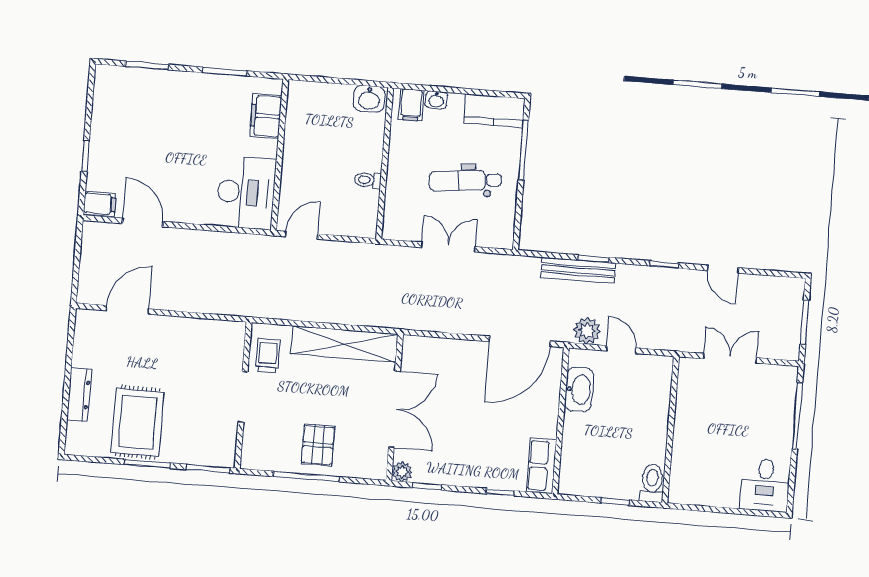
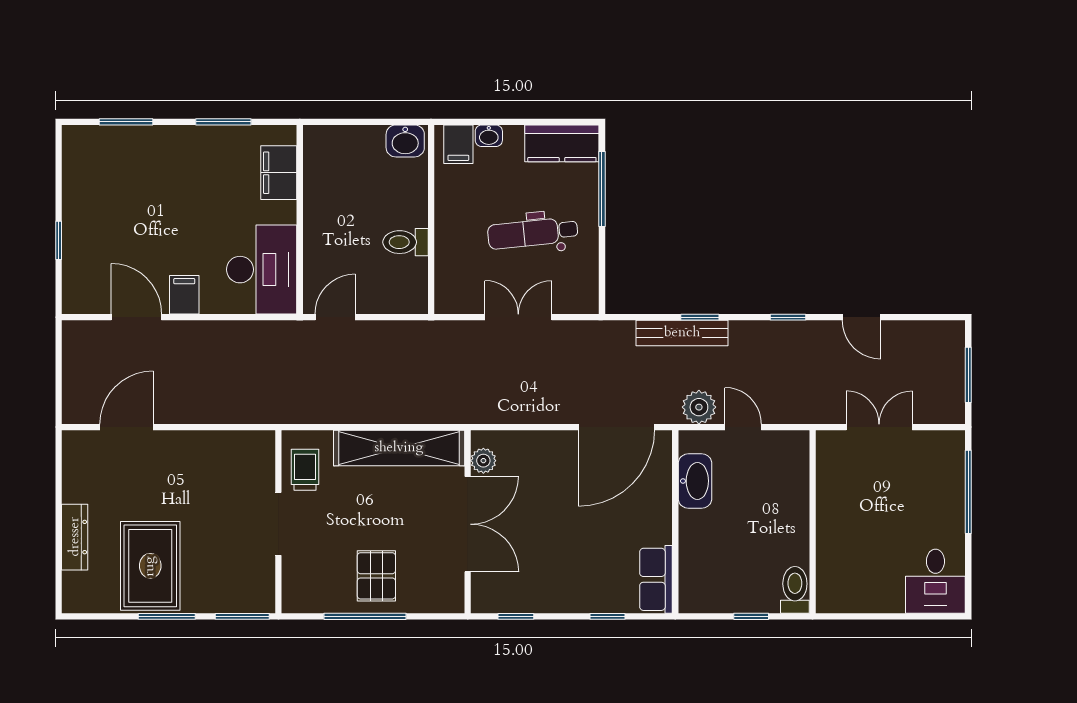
toilet: (368, 180) -> (405, 242), width x1.37, depth x1.39
filing cabinet: (100, 204) -> (184, 295), moved, turned -90
plant: (402, 472) -> (483, 461), moved

